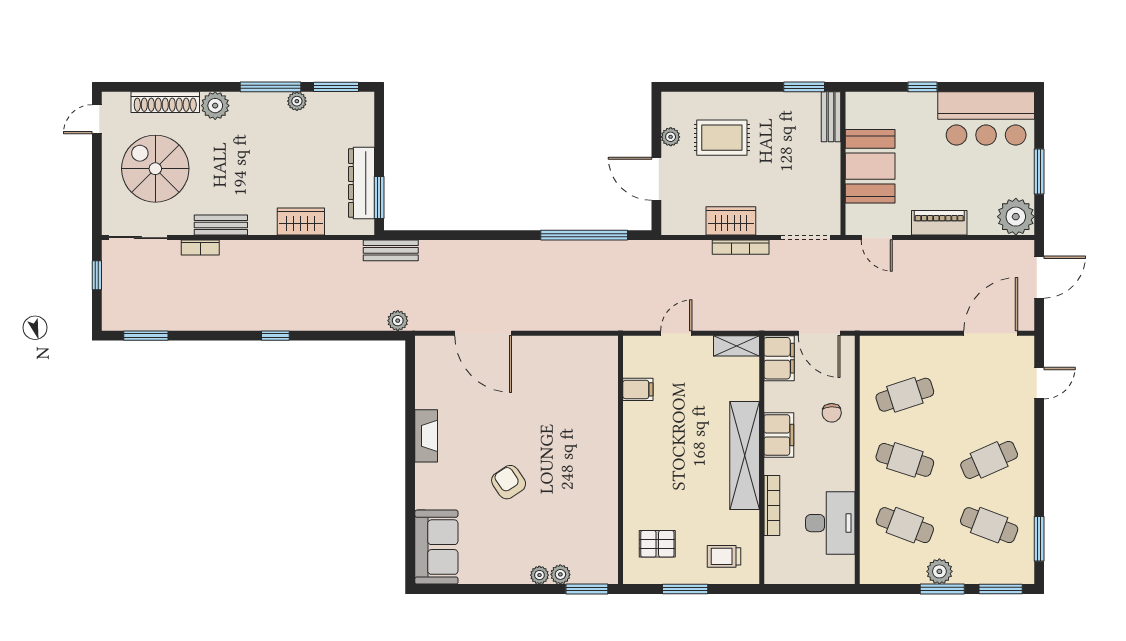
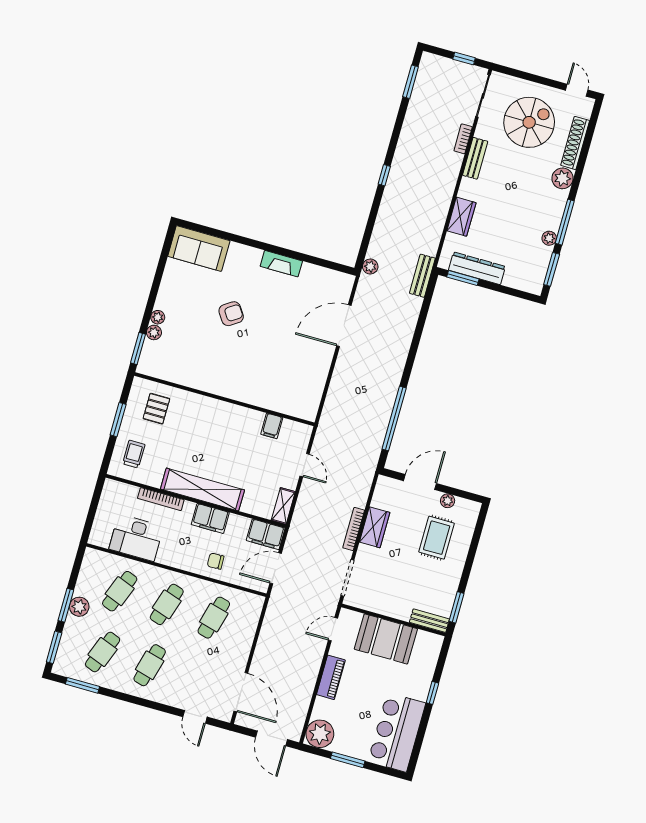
cafe table: (905, 395) -> (214, 618), turned 33
cafe table: (989, 460) -> (150, 665), turned 39

